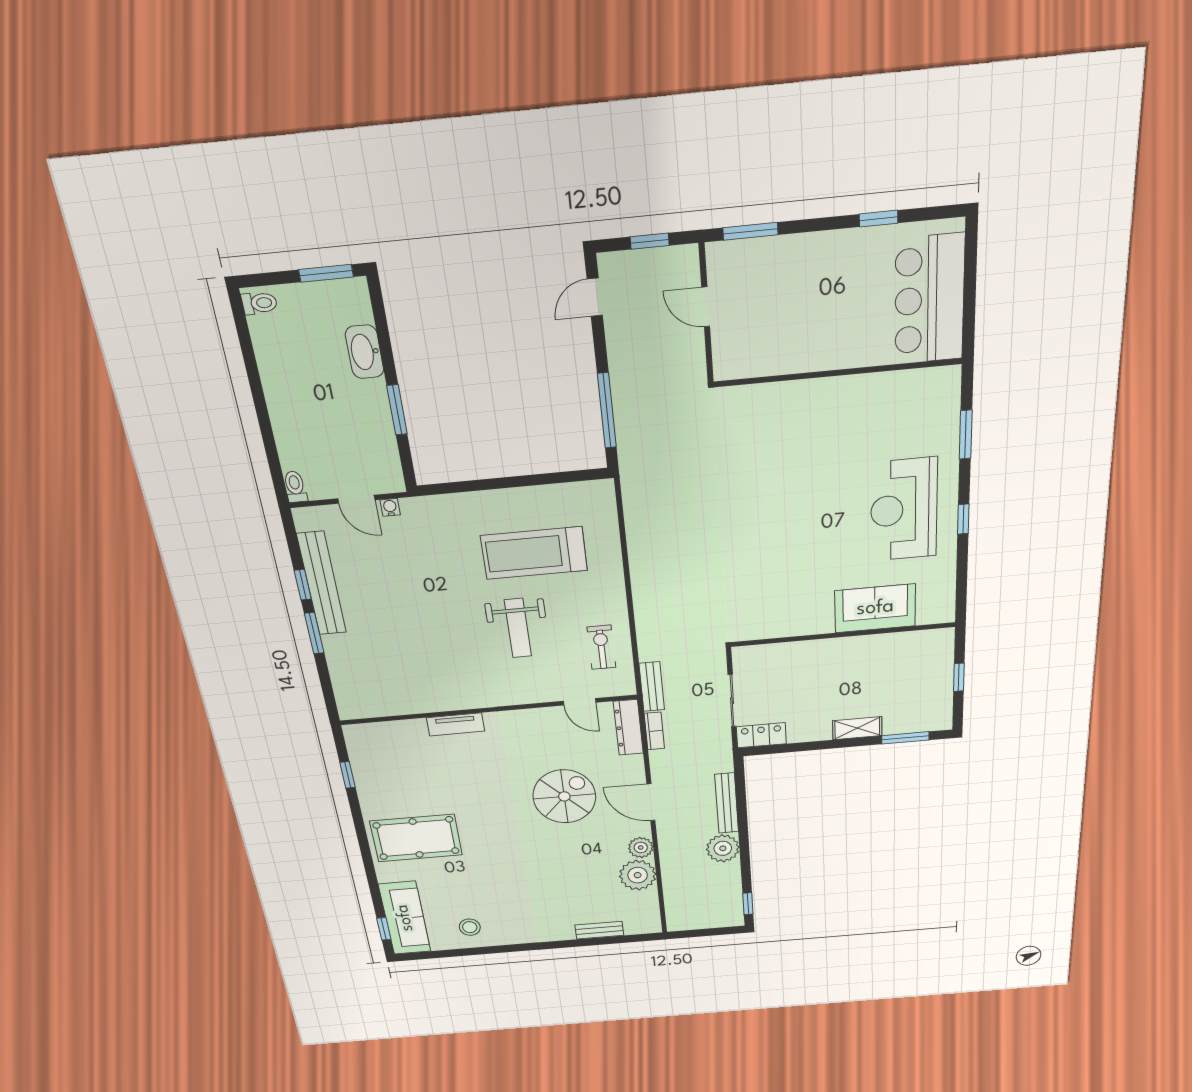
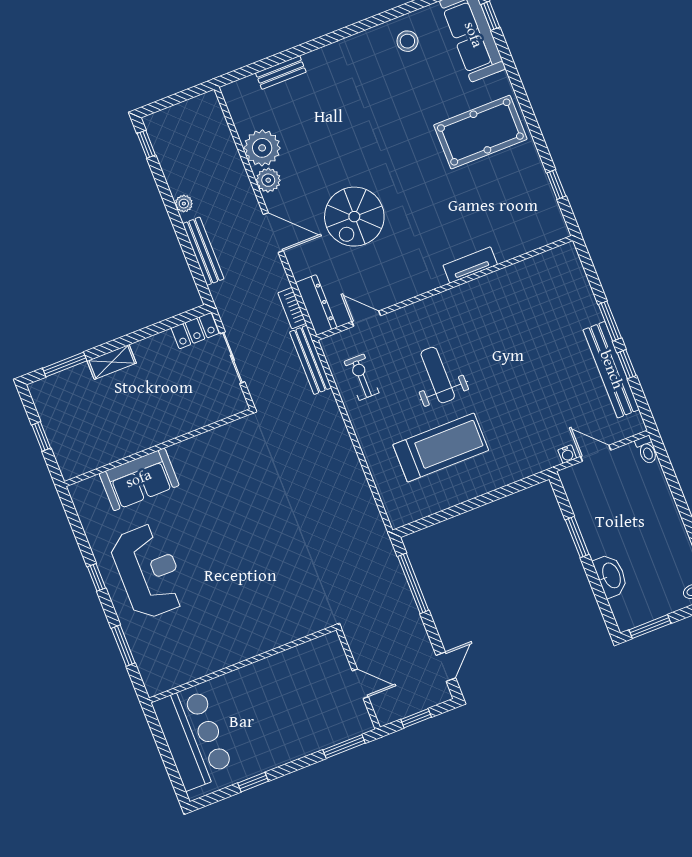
exercise bike: (601, 647) -> (362, 377), turned 180
bench: (652, 687) -> (310, 360), width x1.36
plant: (723, 848) -> (184, 204), width x0.53, depth x0.53

